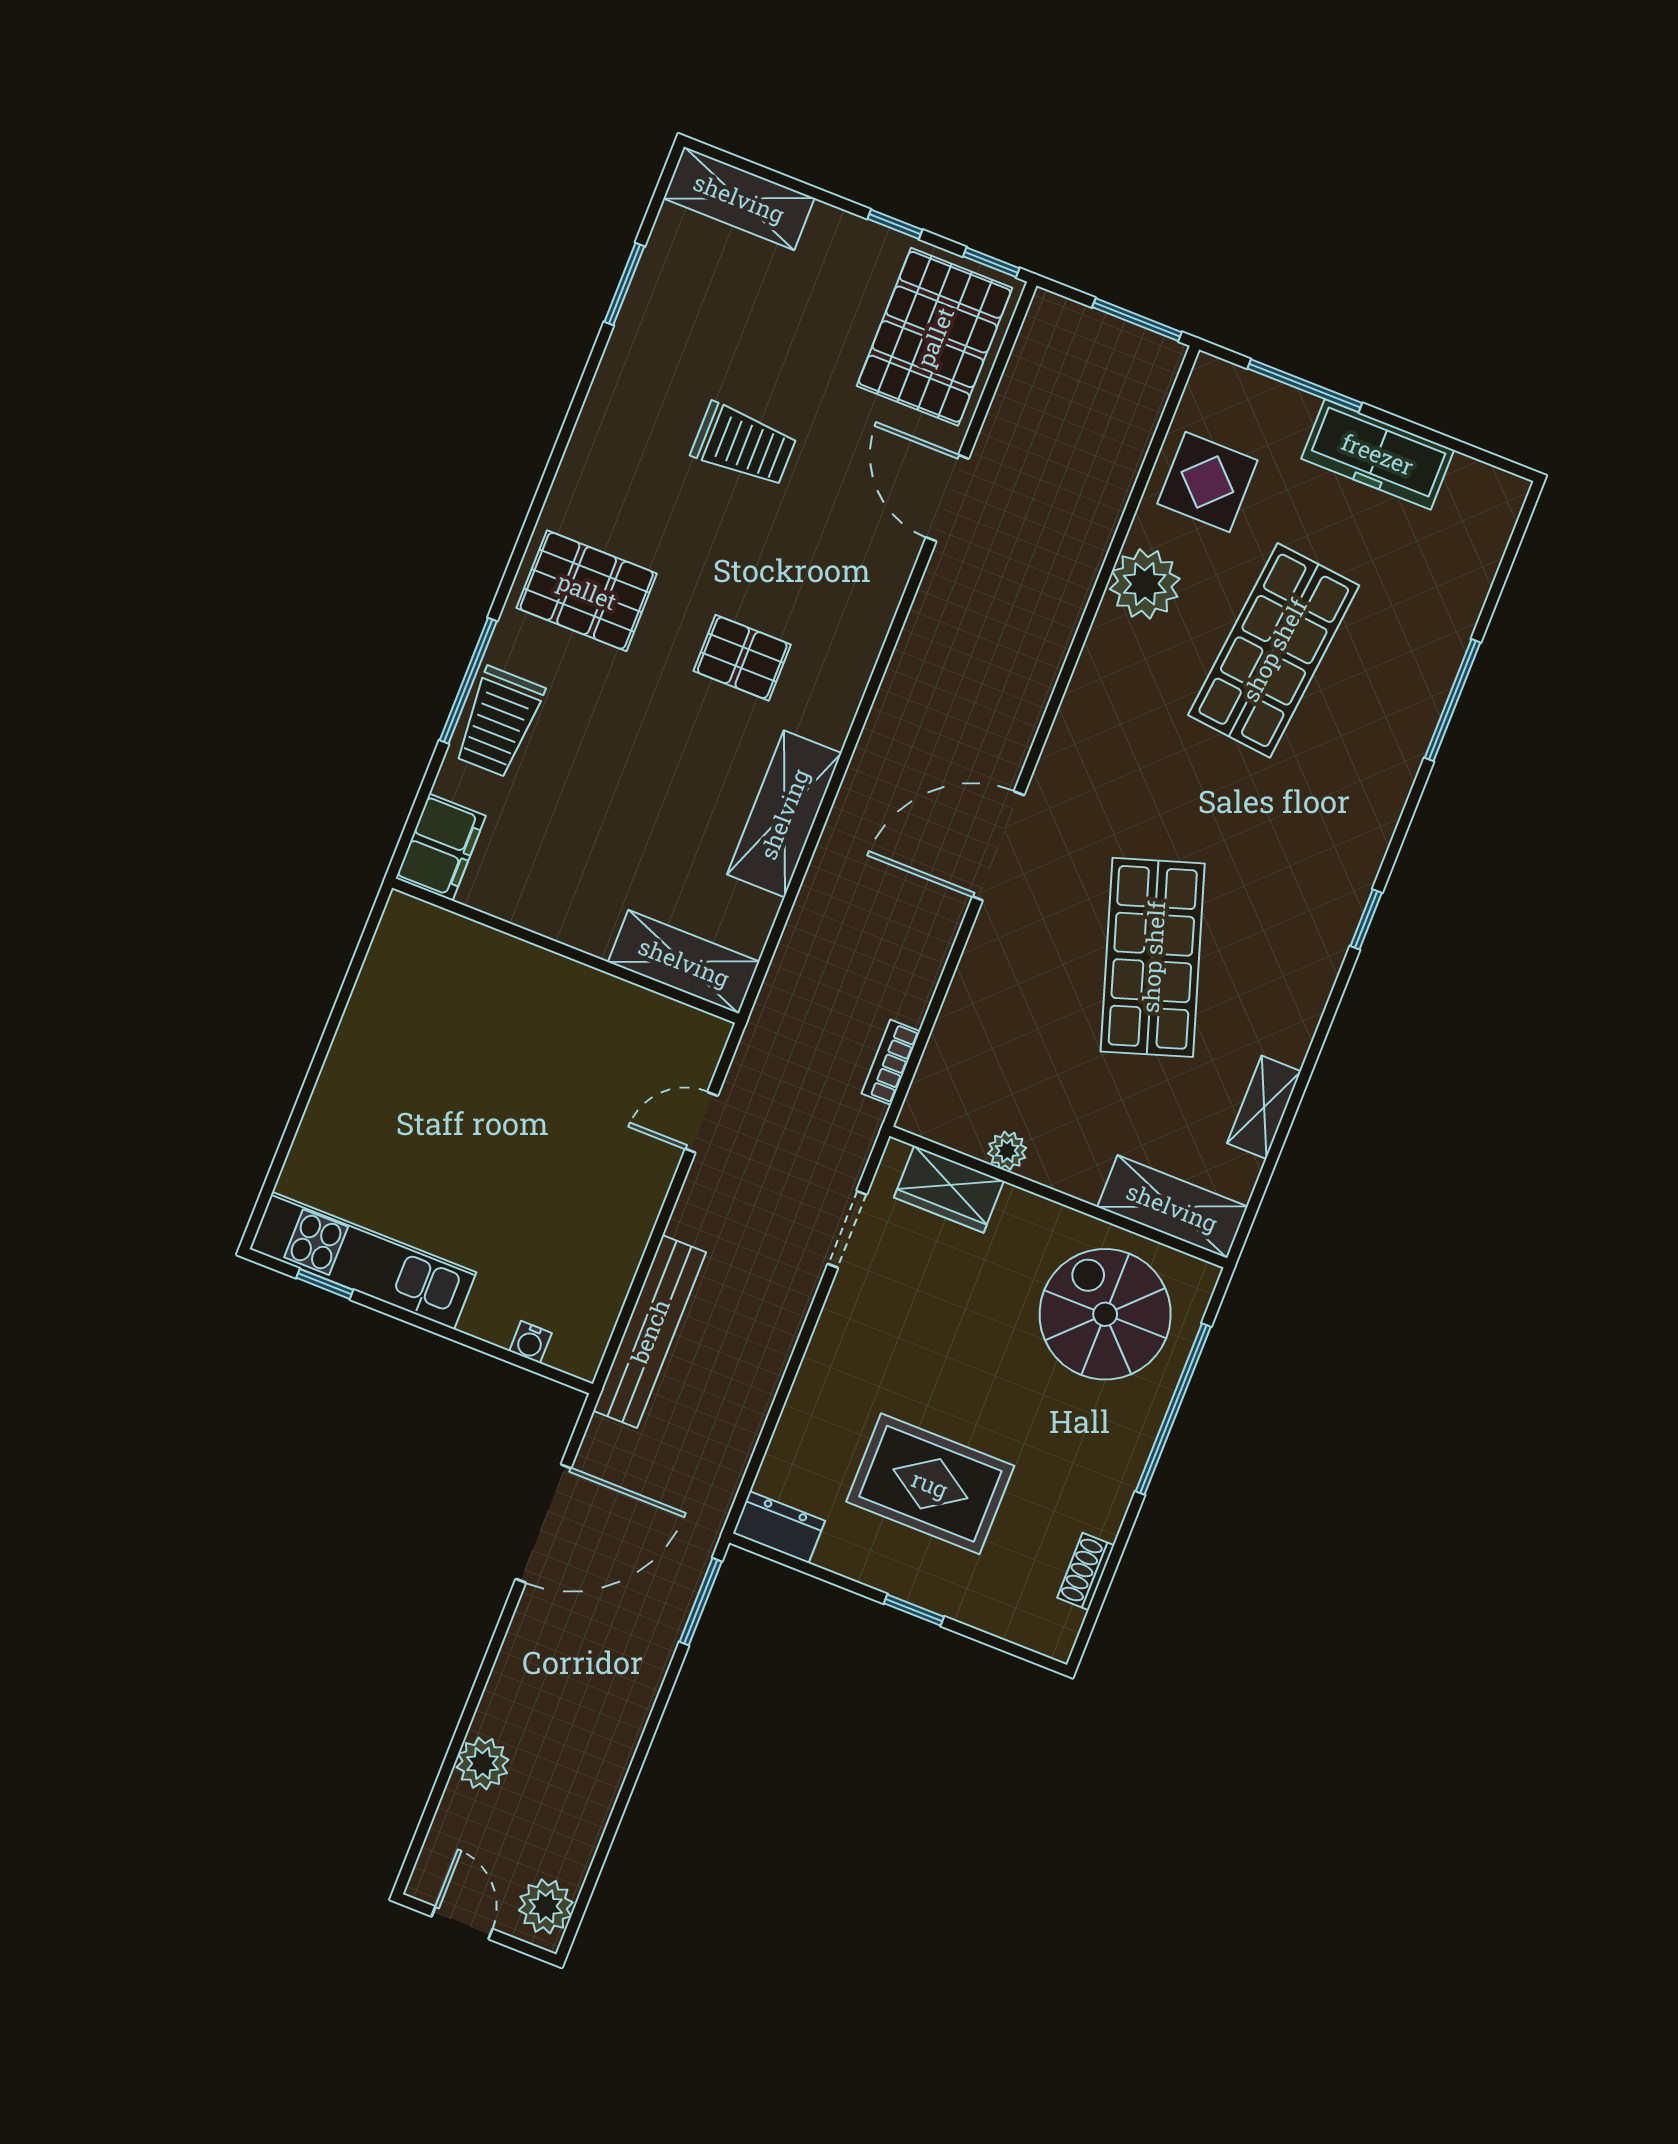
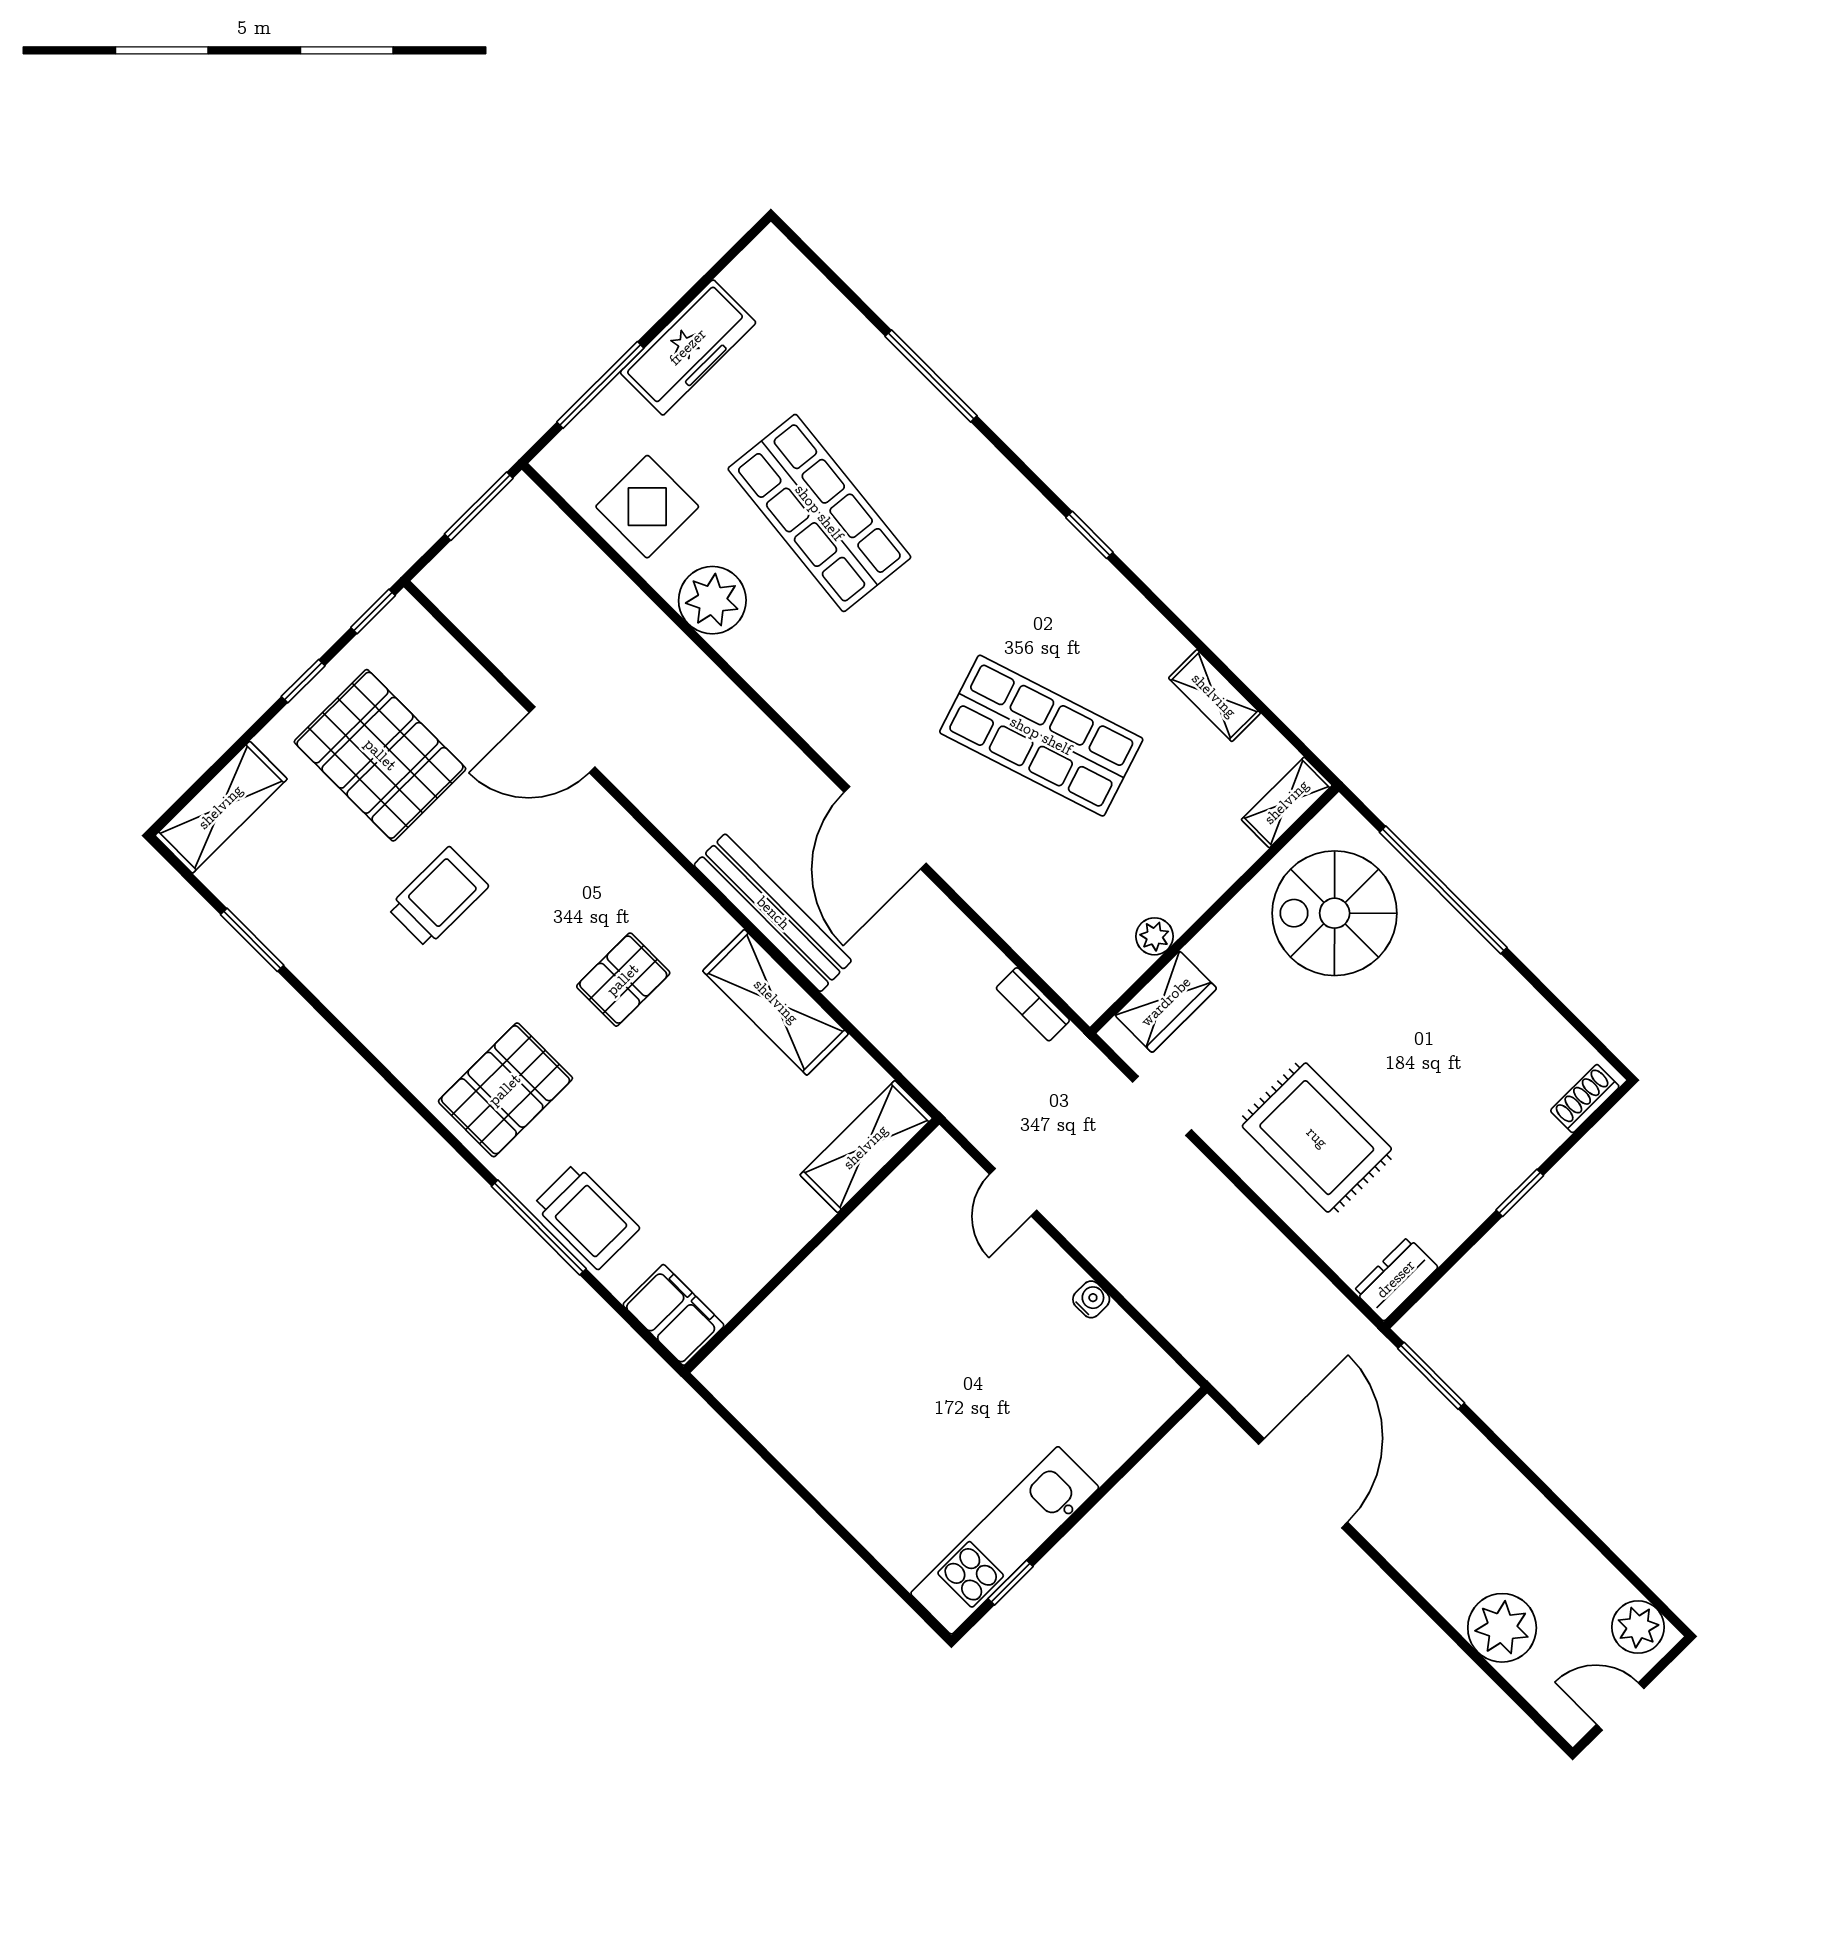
pallet: (935, 337) -> (380, 755), moved
shelving: (1172, 1207) -> (1287, 802), width x0.67, depth x0.75
bench: (650, 1331) -> (773, 913), moved
water cooler: (530, 1342) -> (1091, 1299), moved, turned -90
rug: (930, 1484) -> (1317, 1138), moved, turned 90
shoe rack: (1086, 1571) -> (1585, 1099), moved, turned 90
plant: (483, 1763) -> (1502, 1628), width x1.36, depth x1.36

